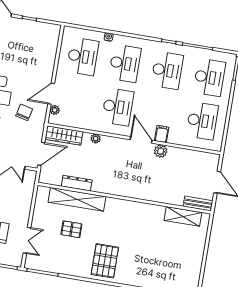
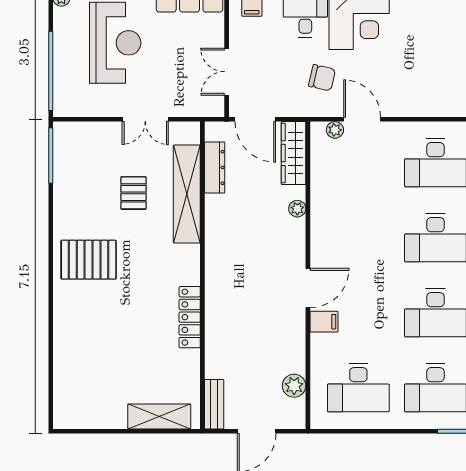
desk: (118, 107) -> (358, 238), removed
plant: (161, 151) -> (294, 386), moved
dresser: (77, 183) -> (215, 168), moved
locker: (147, 209) -> (190, 317), added
shelving: (183, 216) -> (159, 417), moved, turned 90
double door: (27, 240) -> (145, 119), moved

